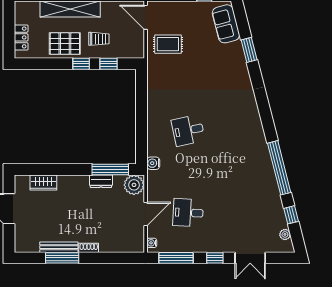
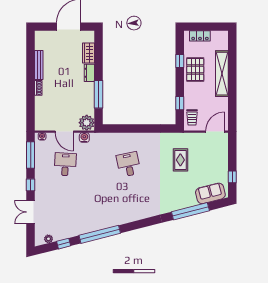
trolley: (99, 39) -> (192, 117), moved
rug: (168, 44) -> (180, 160), moved
window: (249, 50) -> (190, 211), width x2.11
window: (81, 64) -> (180, 61), moved
water cooler: (153, 163) -> (84, 138), moved
window: (110, 169) -> (98, 94), moved
dresser: (101, 181) -> (89, 73), moved
window: (62, 258) -> (31, 67), removed

